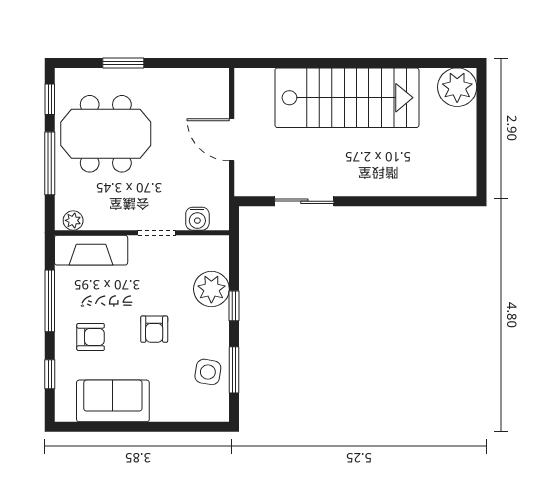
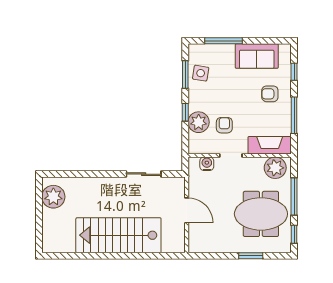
plant: (457, 87) -> (53, 197), moved
plant: (73, 220) -> (275, 168), width x1.88, depth x1.88
armchair: (154, 329) -> (224, 125), moved
window: (169, 427) -> (224, 41), added

